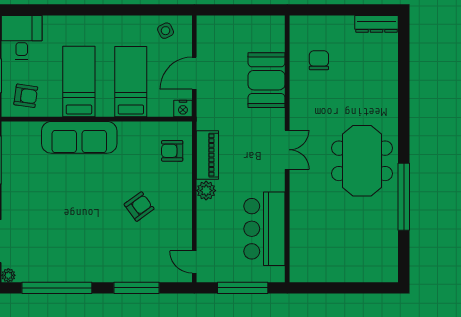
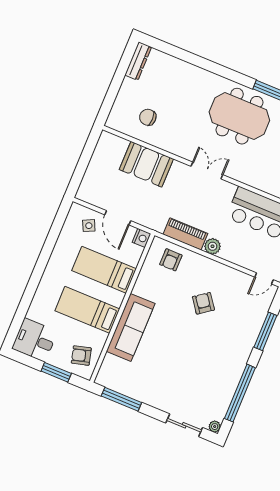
side table: (166, 31) -> (89, 226), moved
armchair: (26, 96) -> (81, 355), turned -113

